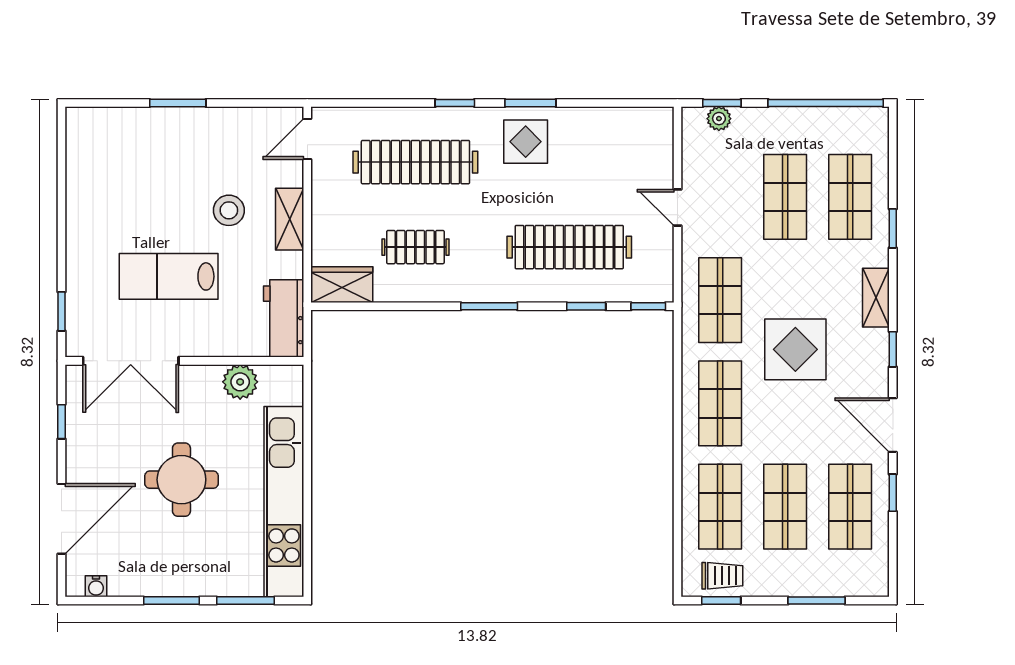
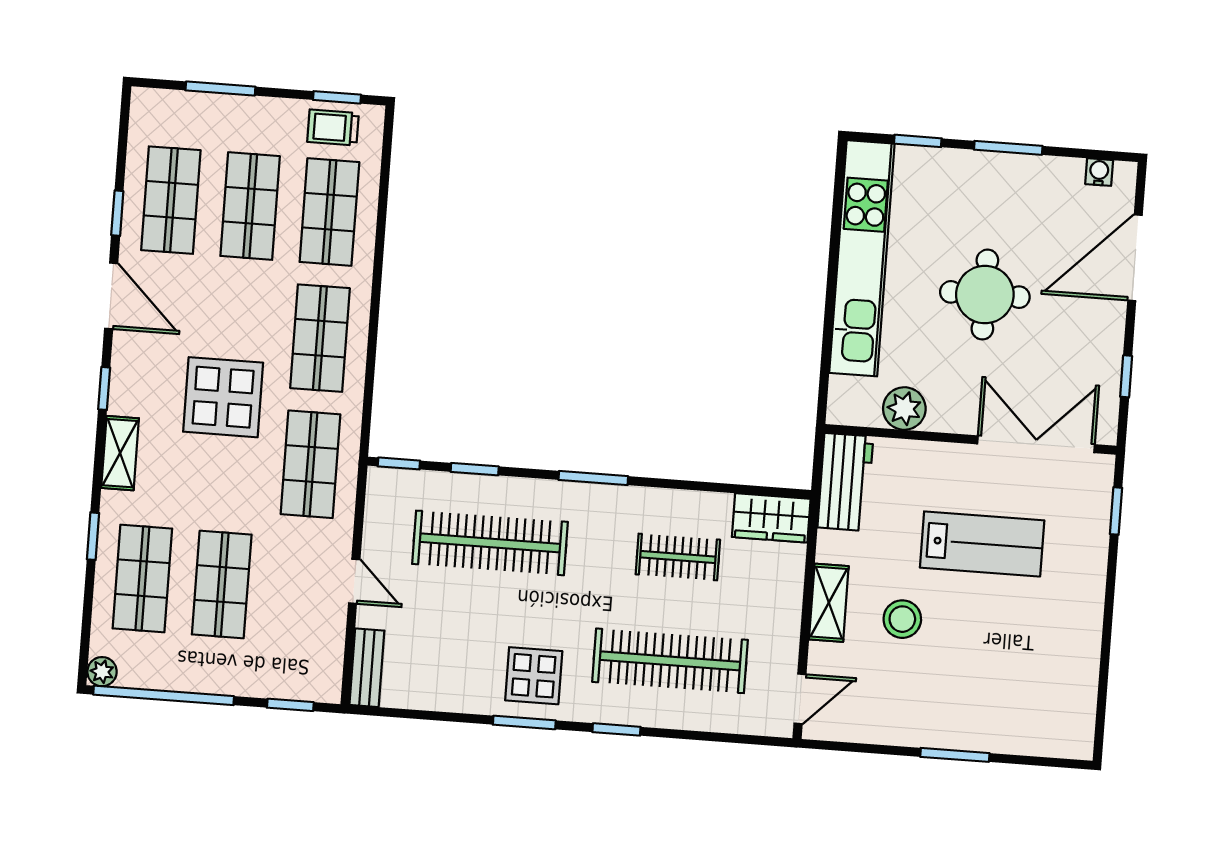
plant: (719, 119) -> (102, 672), moved
bench: (662, 138) -> (367, 668), added
window: (246, 601) -> (918, 141), width x0.67

